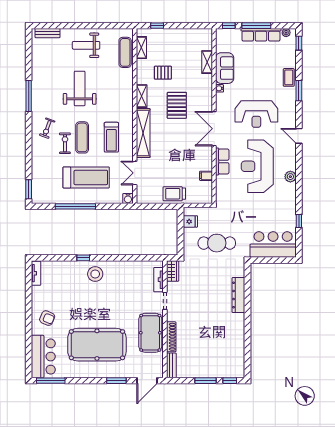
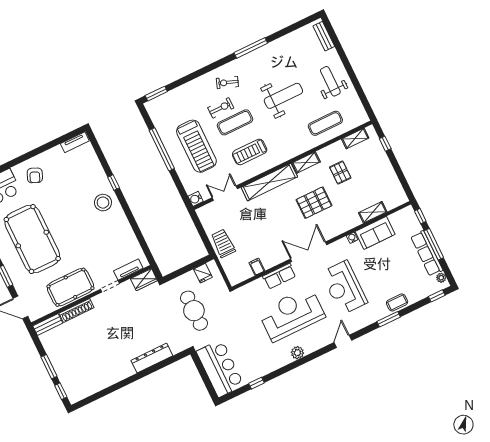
exercise mat: (125, 52) -> (325, 123), moved

